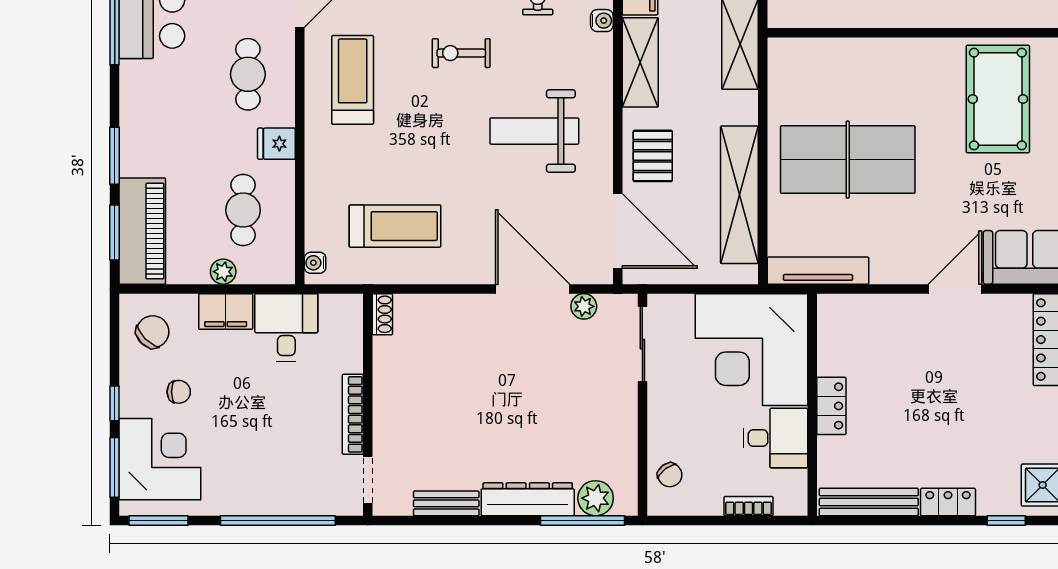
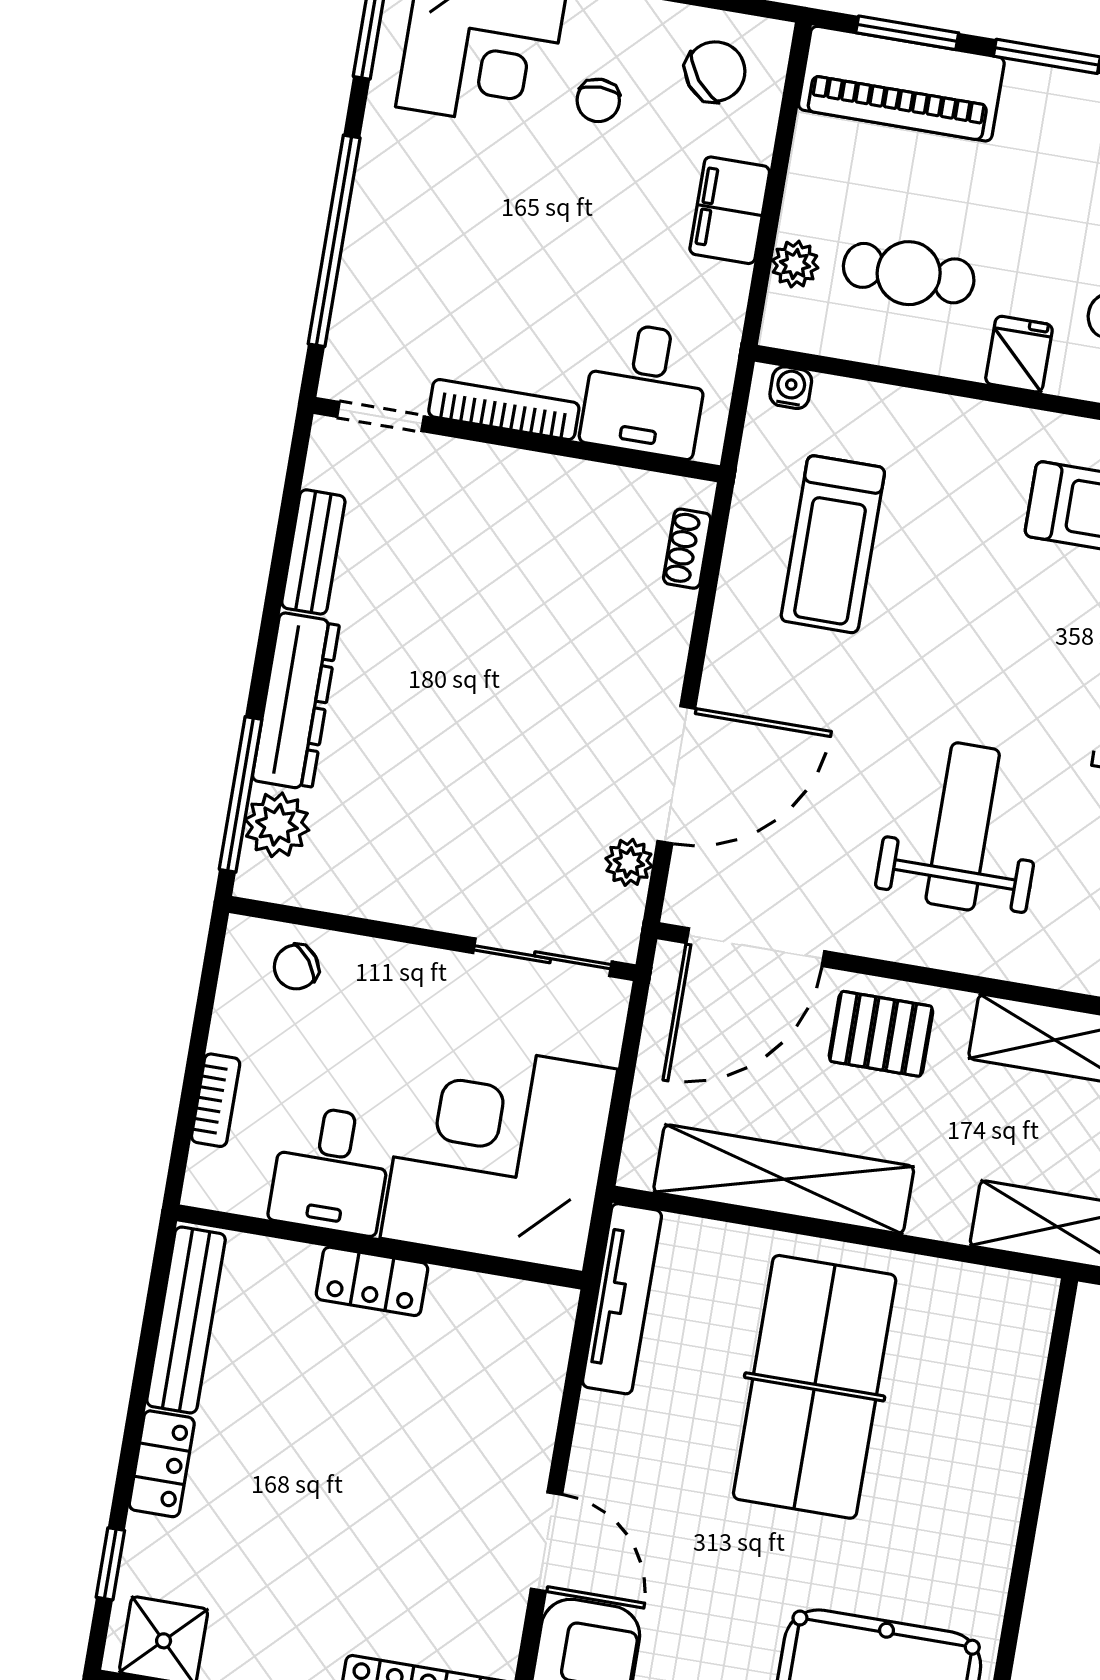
plant: (223, 272) -> (795, 264), moved
shoe rack: (382, 314) -> (687, 549), moved, turned 90
desk: (286, 327) -> (645, 390), moved, turned 90
chair: (153, 332) -> (715, 71), turned -83

